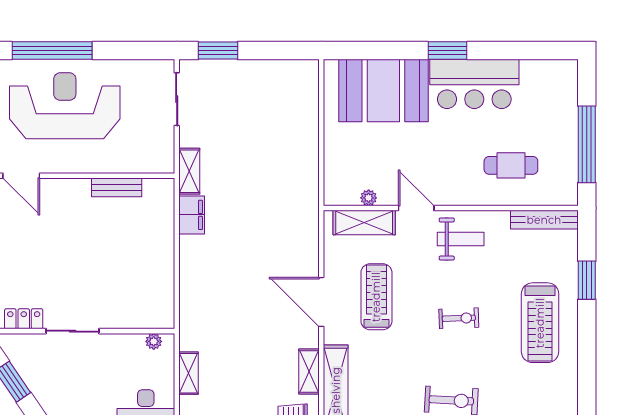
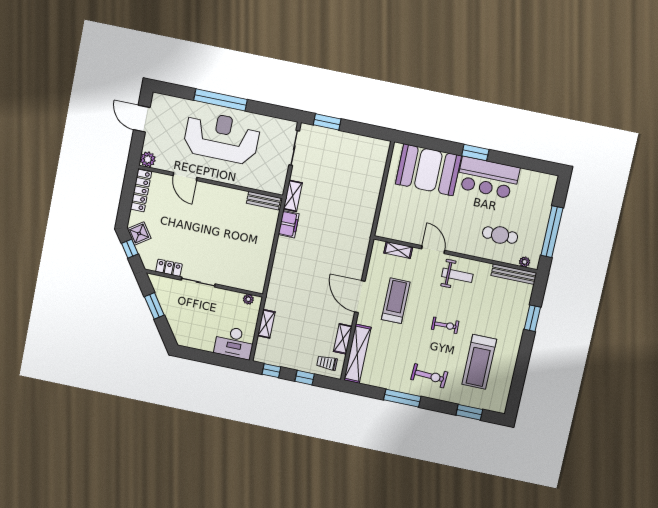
bench: (117, 187) -> (264, 201), moved
plant: (369, 198) -> (525, 262), moved
shelving: (364, 223) -> (398, 250), width x0.67, depth x0.75
treadmill: (540, 323) -> (479, 362), moved

